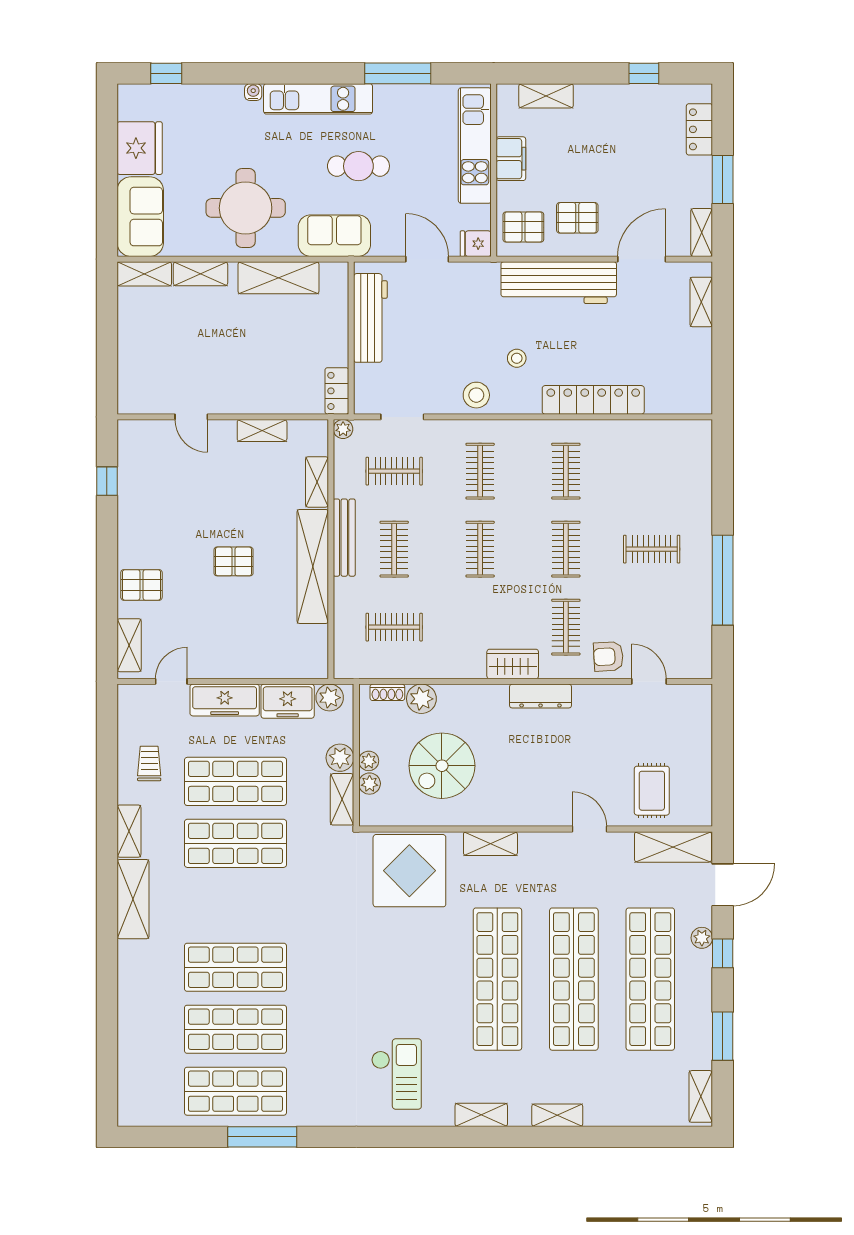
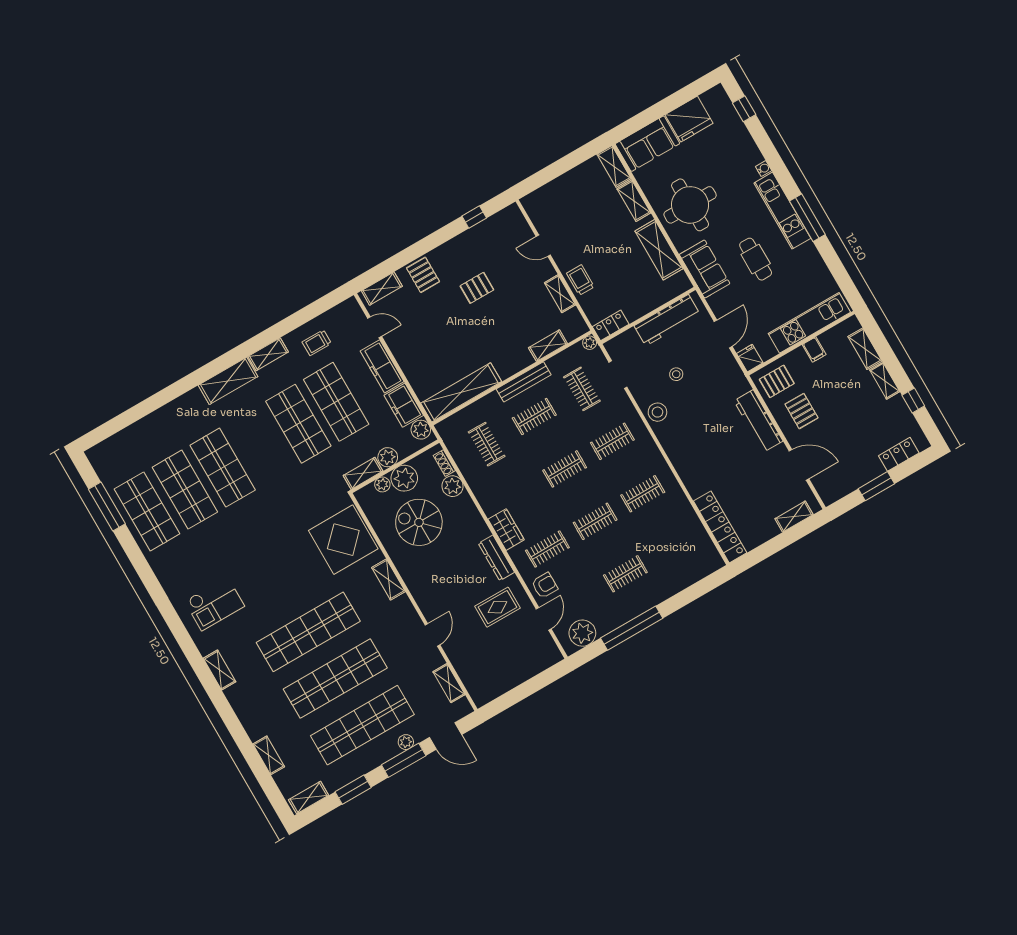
window: (398, 73) -> (807, 218), moved
filing cabinet: (511, 159) -> (814, 350), width x0.50
pallet: (523, 227) -> (777, 381), turned 90
shelving: (702, 232) -> (885, 381), moved, turned 90
workbench: (559, 283) -> (758, 421), width x0.73, depth x0.76
stool: (517, 358) -> (676, 374), moved
trolley: (260, 396) -> (580, 280), added
locker: (593, 400) -> (720, 527), moved
door: (191, 417) -> (543, 246), hinge flipped
clothes rail: (652, 549) -> (625, 574), turned 90
pallet: (234, 561) -> (477, 288), moved, turned 90
shelving: (313, 566) -> (461, 392), moved
plant: (694, 644) -> (582, 633), added
armchair: (608, 657) -> (545, 585), turned 93
plant: (369, 761) -> (404, 478), width x1.88, depth x1.88
trolley: (149, 763) -> (317, 343), turned 180
rug: (652, 791) -> (498, 607), moved
shelving: (673, 847) -> (449, 683), width x0.67, depth x0.75
window: (723, 953) -> (404, 760), width x2.17
shelving: (557, 1115) -> (269, 755), moved
window: (262, 1137) -> (107, 507), moved

